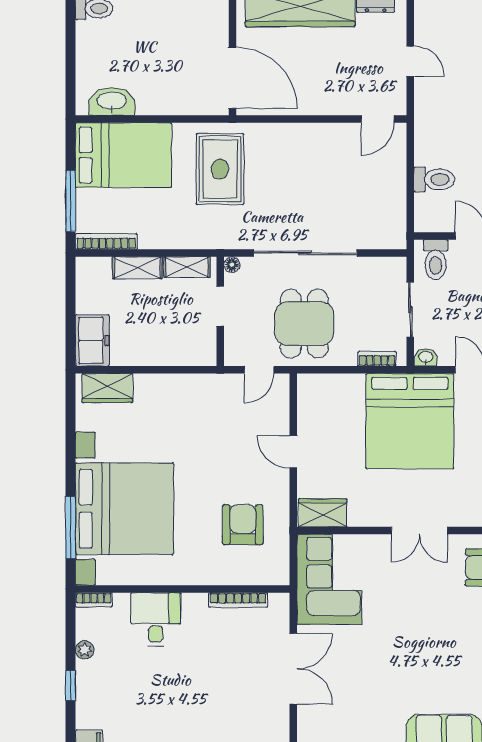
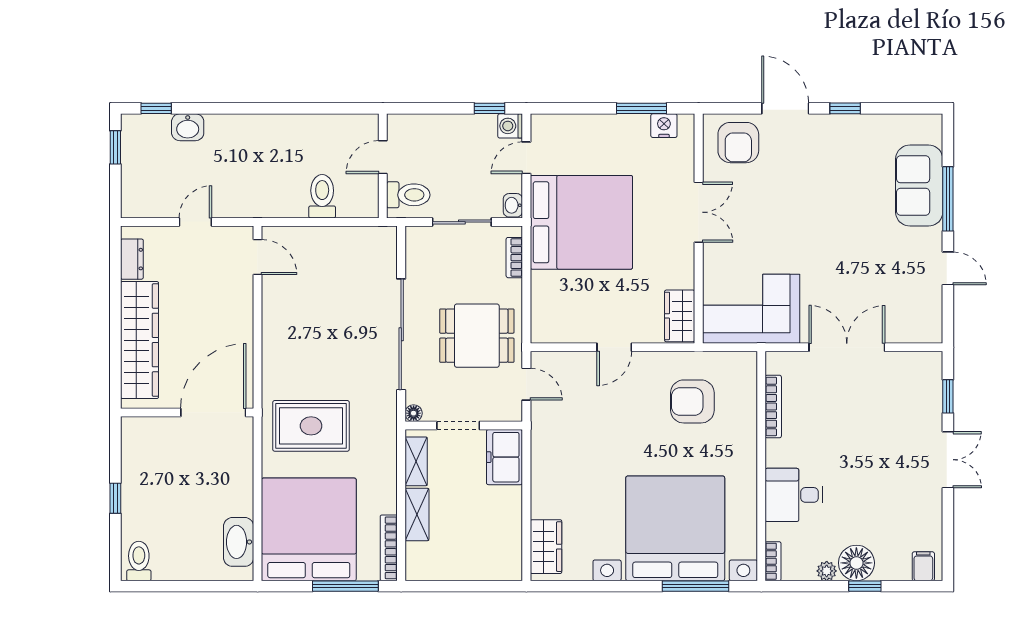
bed: (123, 155) -> (309, 529), width x1.36
freezer: (92, 340) -> (504, 457), moved, turned -90
floor lamp: (92, 678) -> (856, 563), added

